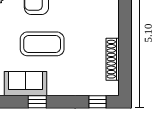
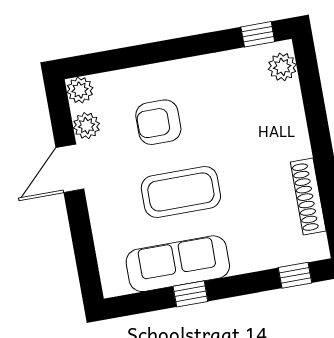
sofa: (26, 84) -> (178, 264), width x1.36

